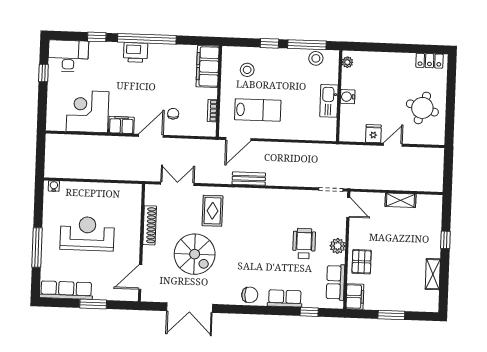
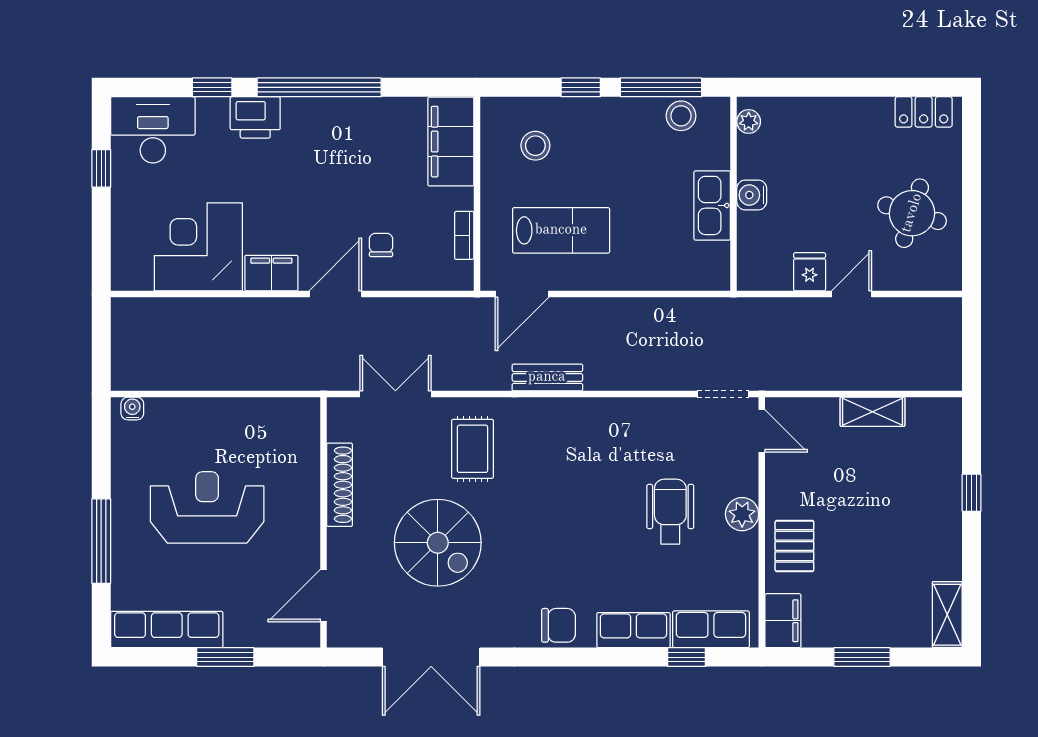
printer: (136, 52) -> (255, 117), moved
shelving: (433, 274) -> (947, 615), moved
row of seats: (335, 282) -> (711, 629), moved, turned 90

